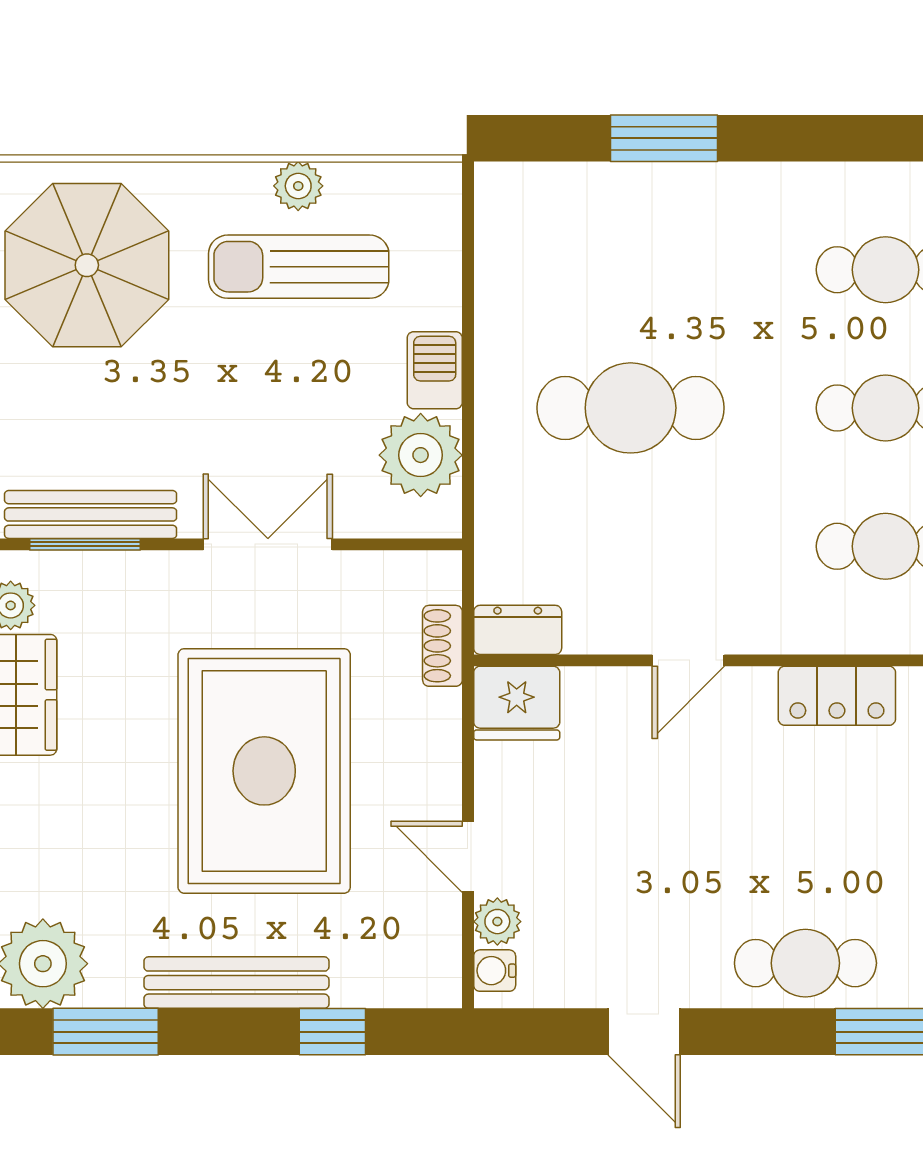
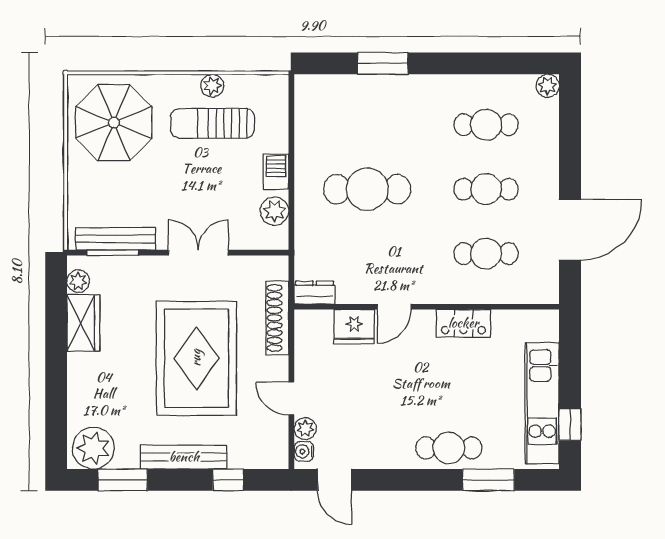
plant: (421, 455) -> (275, 211), width x0.73, depth x0.73
shoe rack: (442, 646) -> (277, 318), width x1.94, depth x1.24
fridge: (517, 703) -> (354, 327), moved
door: (644, 1032) -> (334, 480), moved

